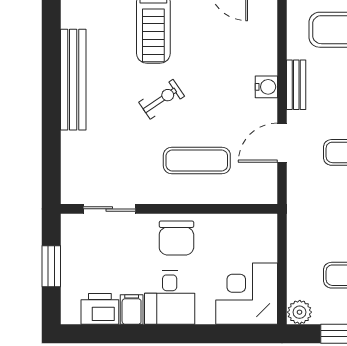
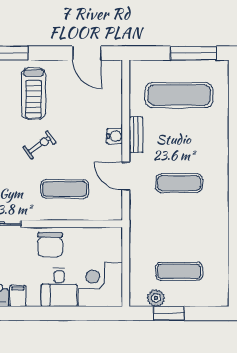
door: (282, 143) -> (126, 176), hinge flipped
desk: (170, 297) -> (59, 287), moved
plant: (300, 312) -> (156, 298), moved

